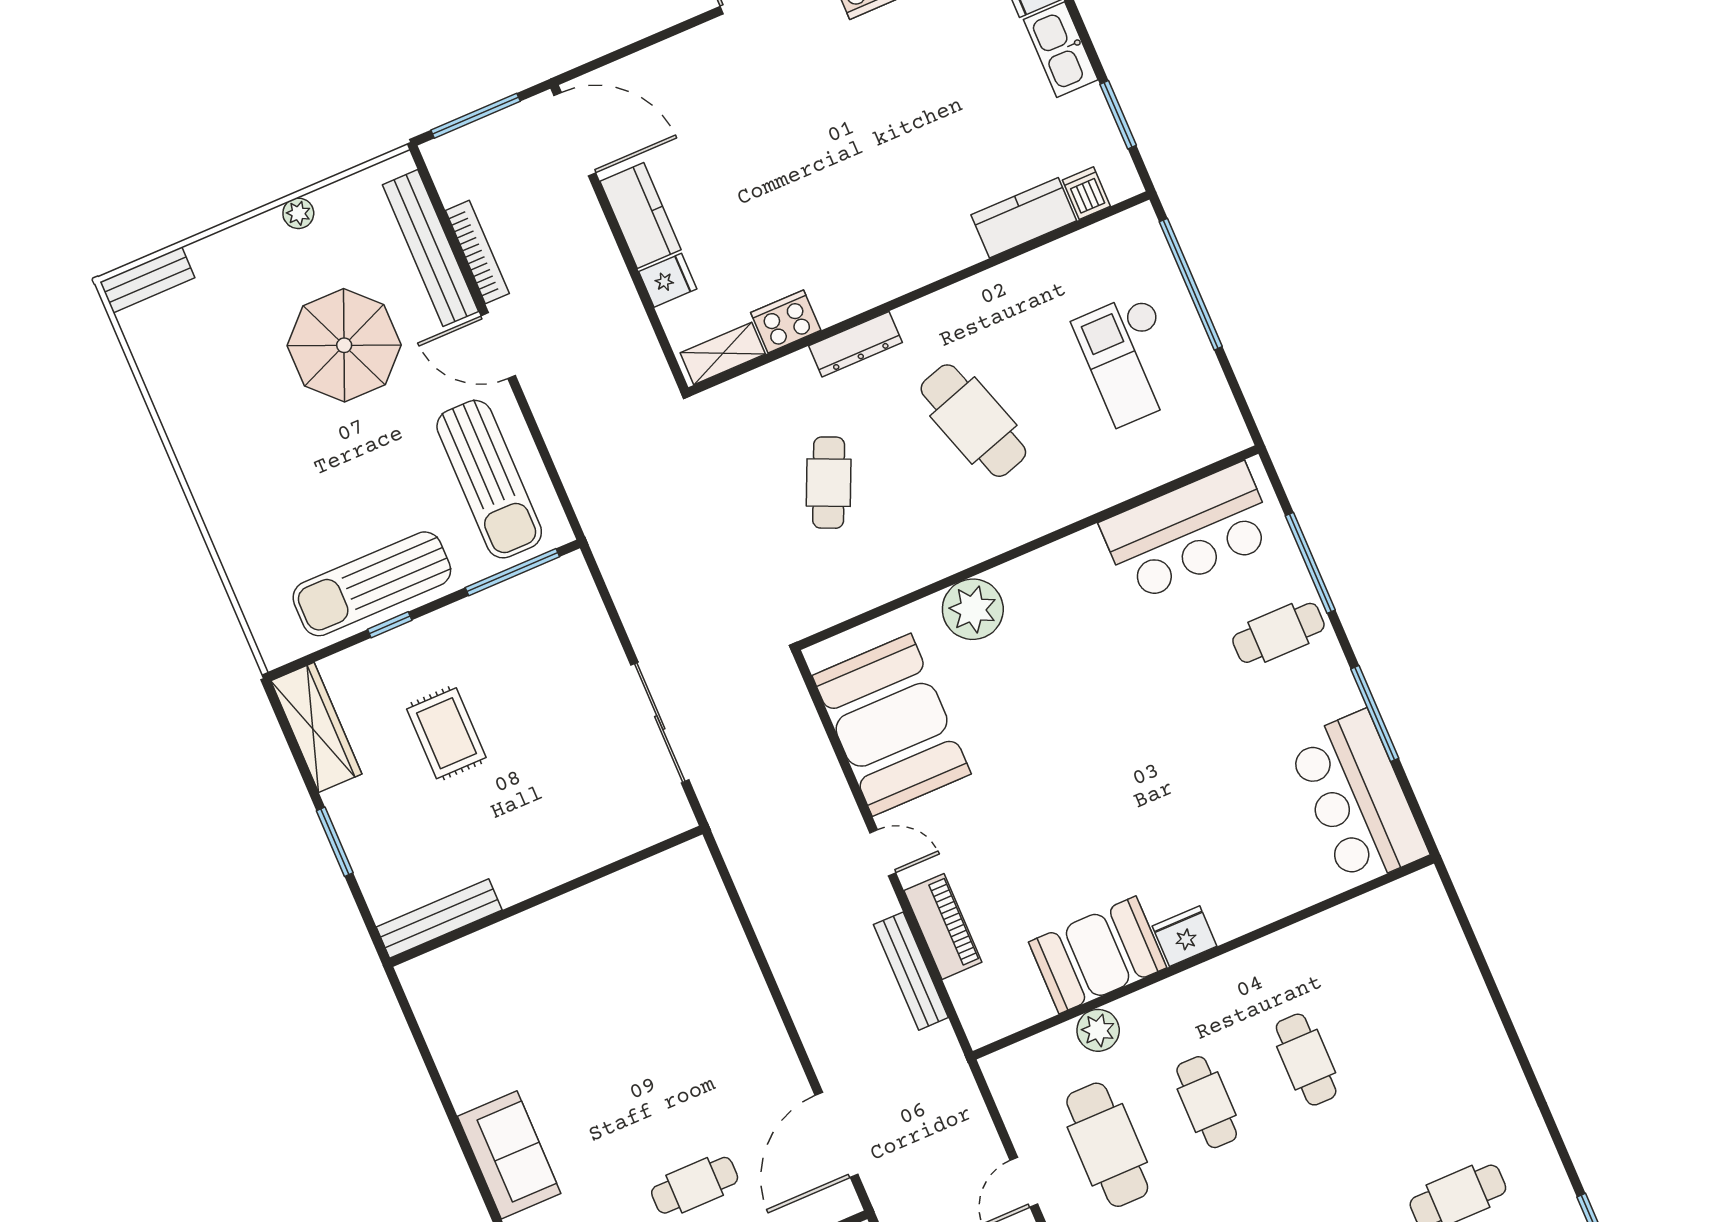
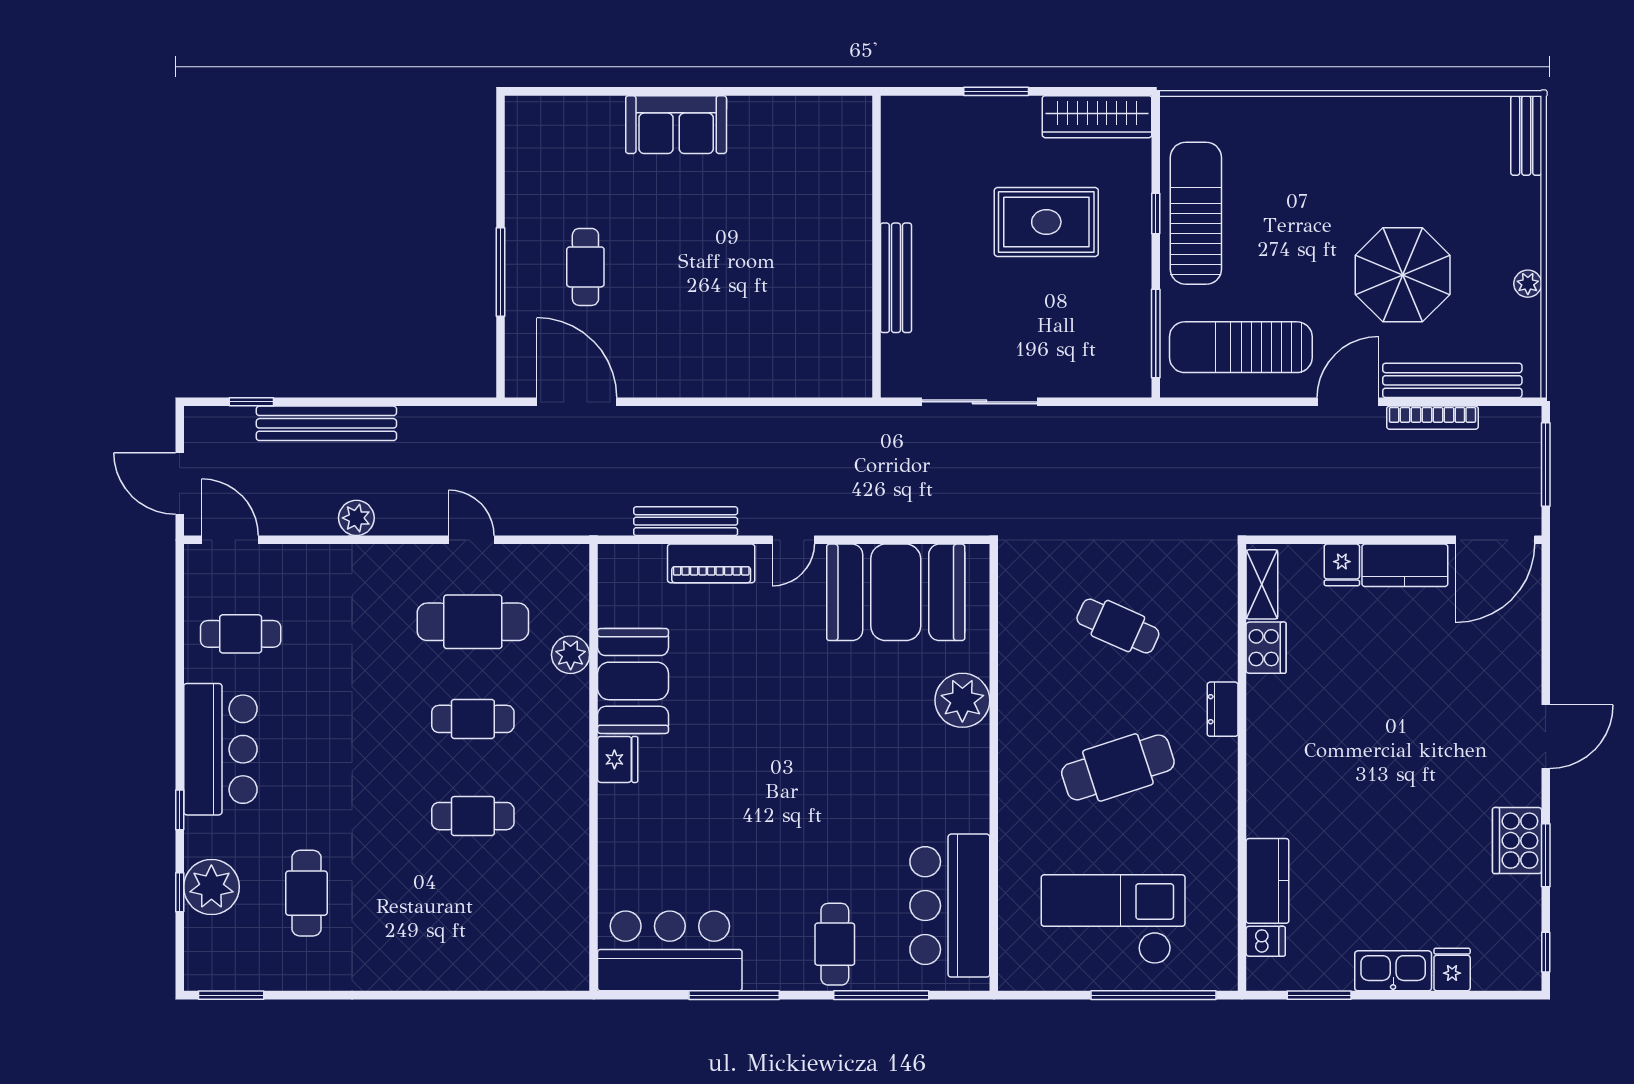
dresser: (856, 344) -> (1223, 709), width x0.70
checkout: (1131, 359) -> (1113, 919), width x1.36, depth x1.21
rug: (446, 733) -> (1046, 222), width x1.36, depth x1.43
bench: (439, 918) -> (896, 278), moved

